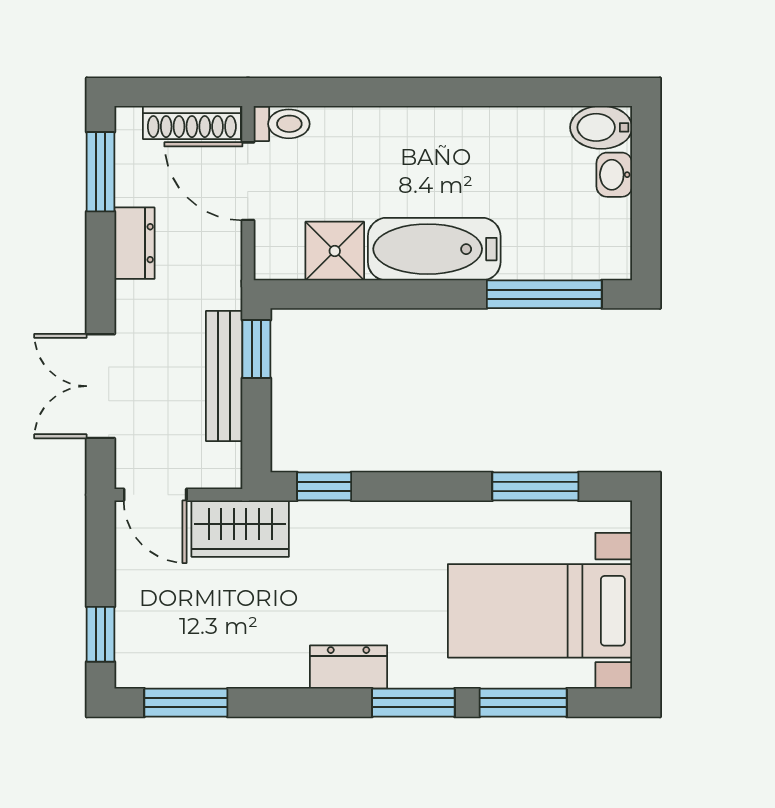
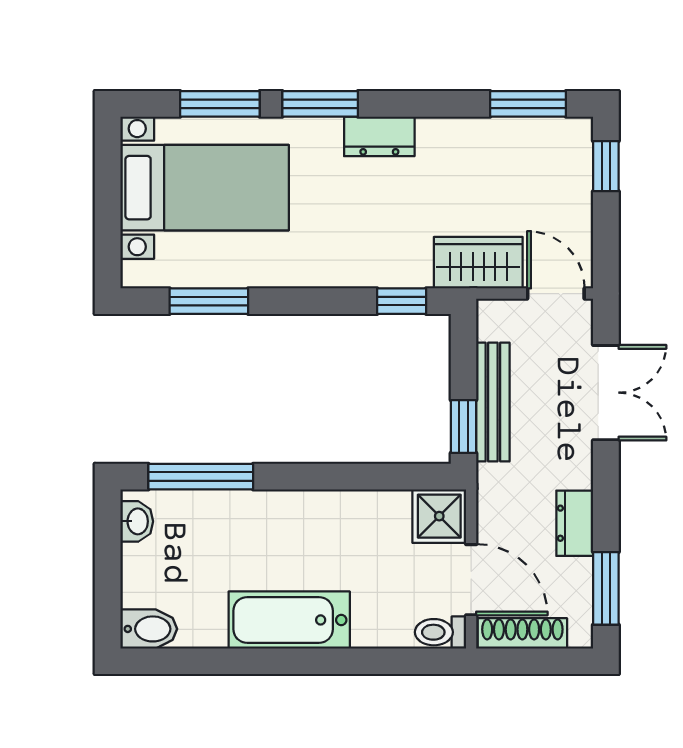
washbasin: (614, 175) -> (137, 521), moved
bathtub: (434, 249) -> (289, 620), moved, turned 180
shower: (335, 251) -> (439, 516), moved

